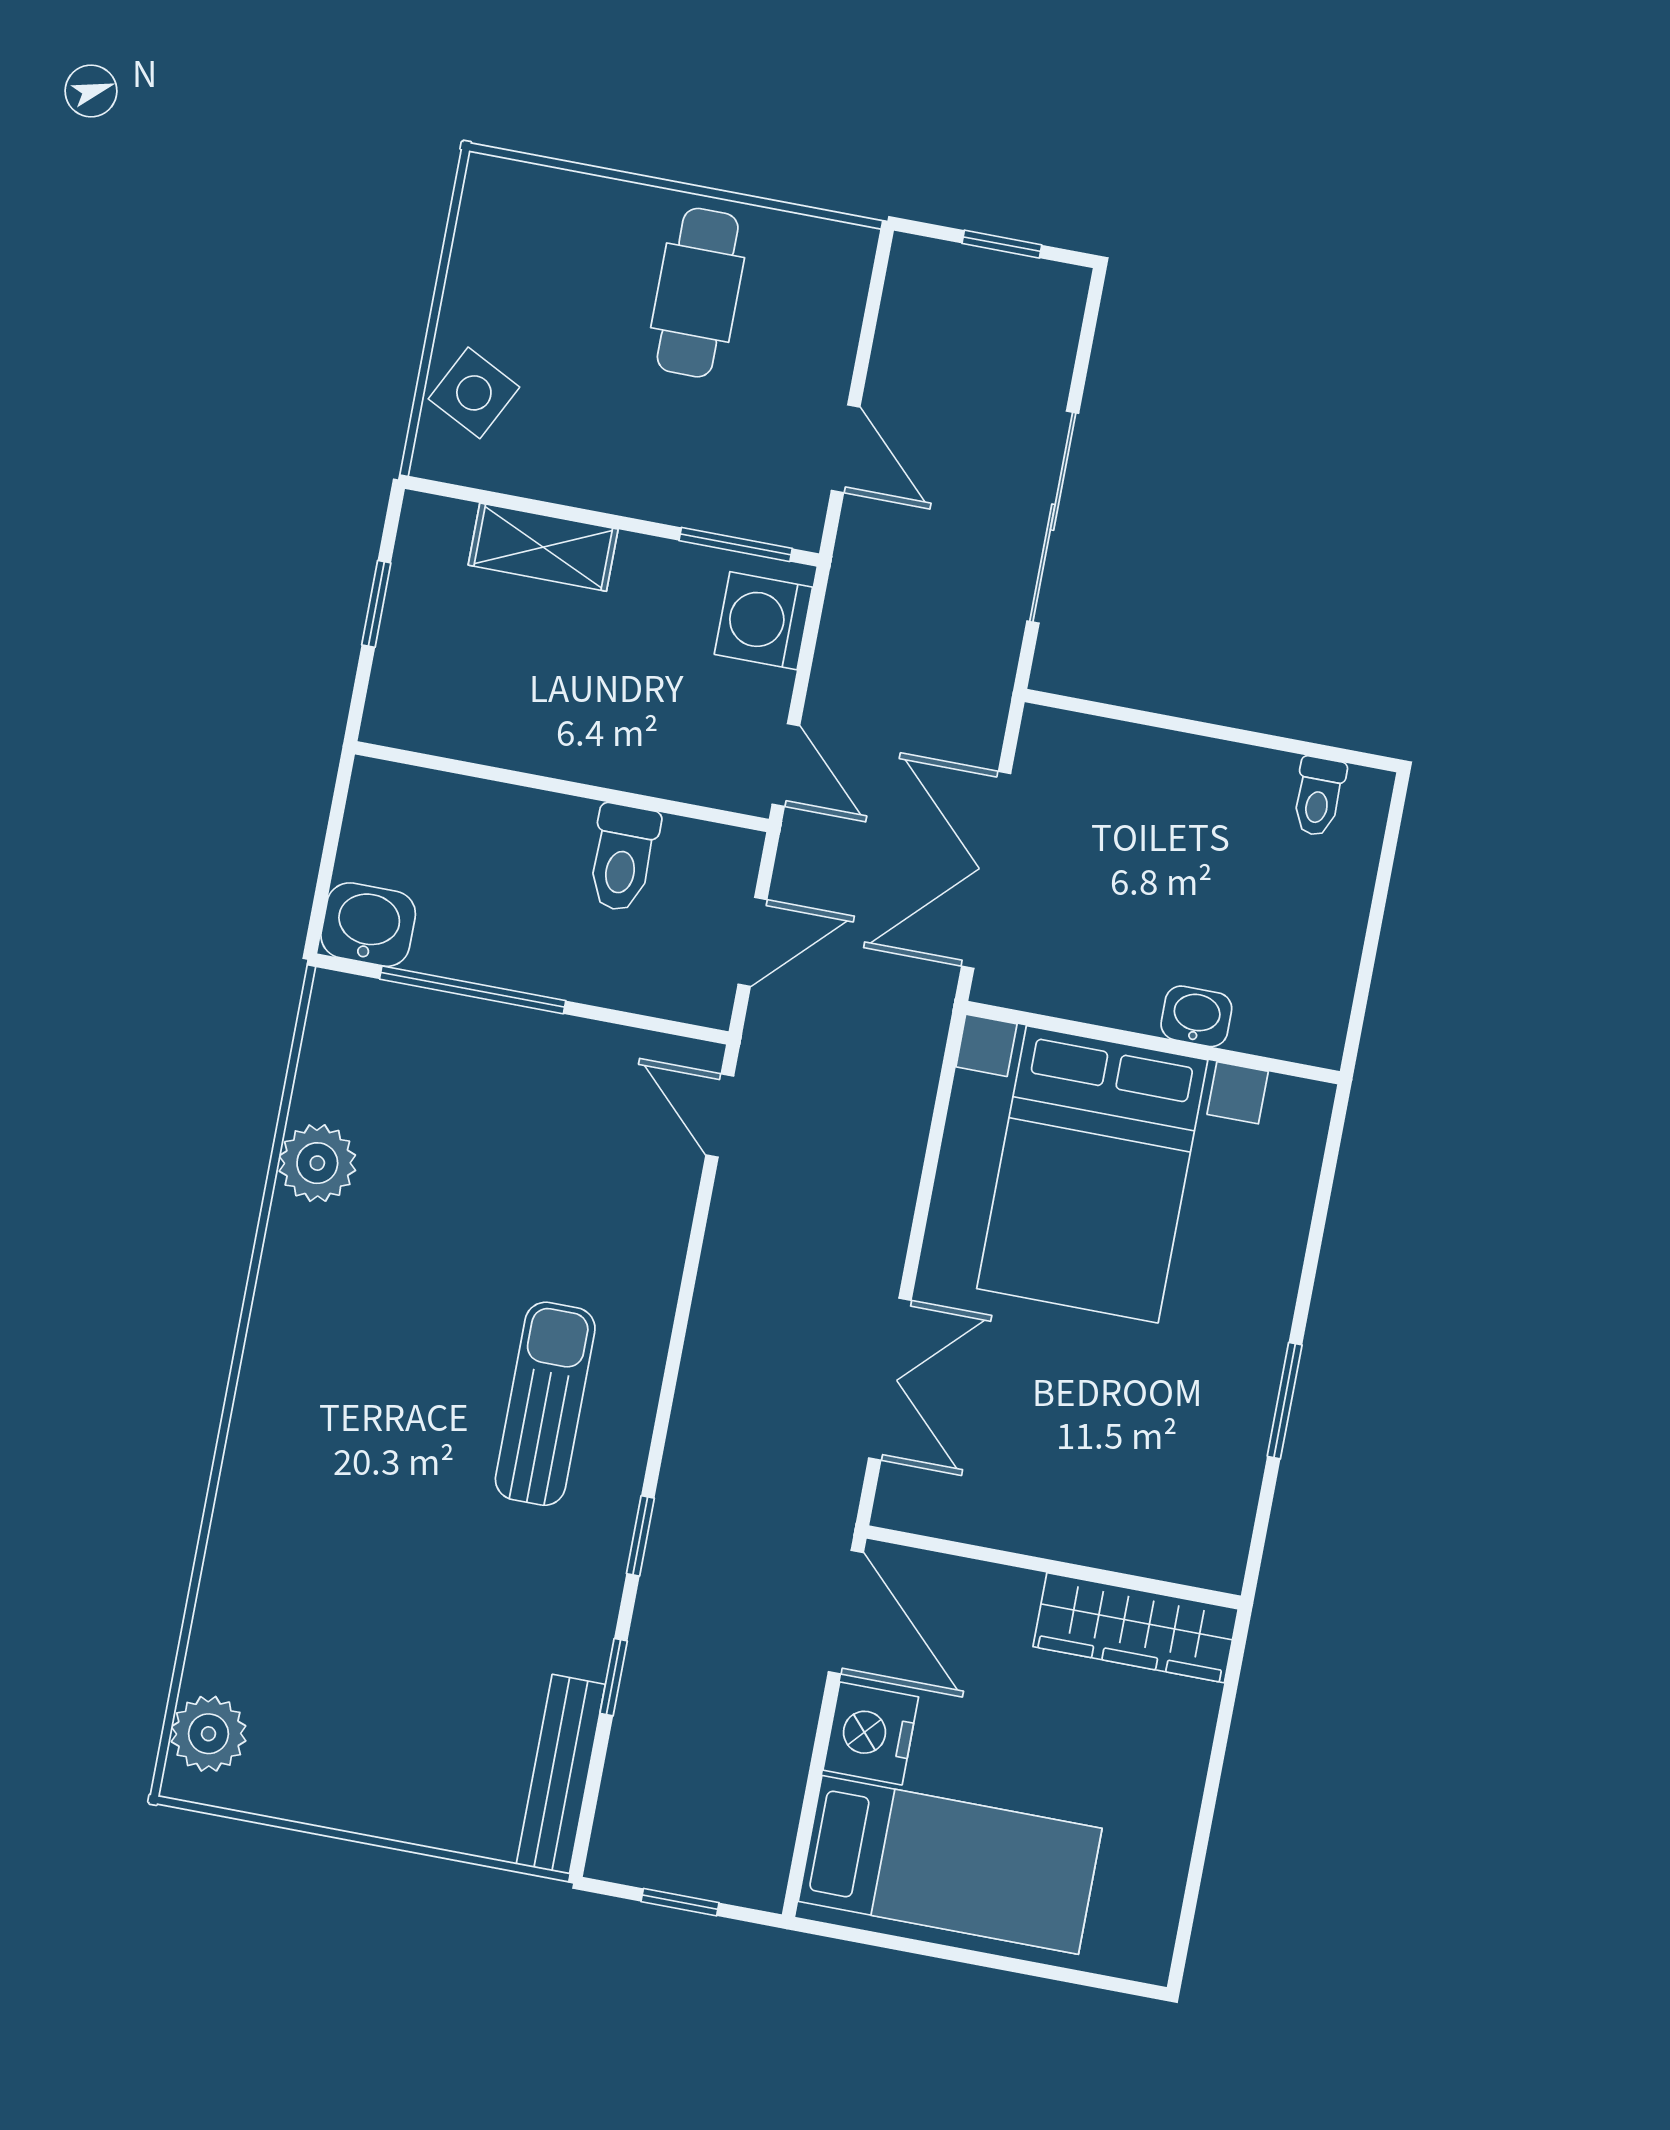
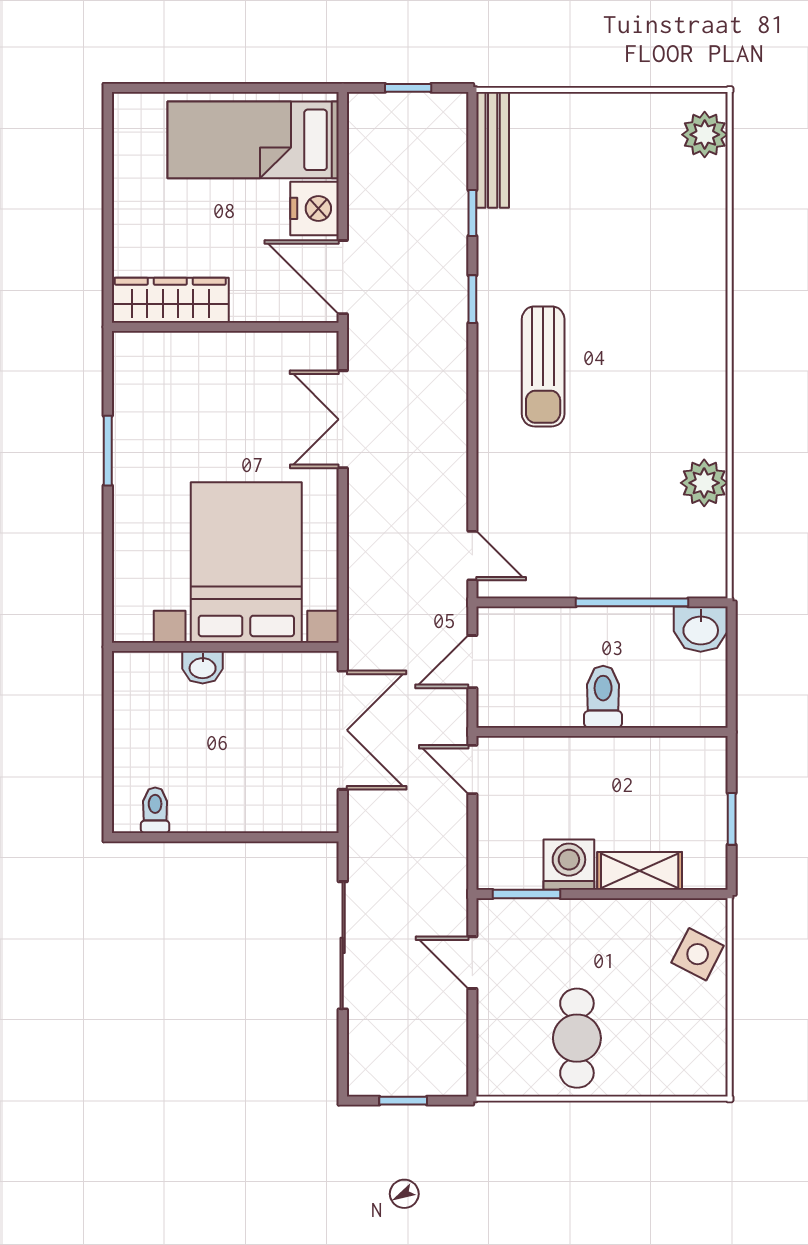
washing machine: (763, 621) -> (569, 865), moved, turned -90
toilet: (623, 858) -> (603, 697), moved

